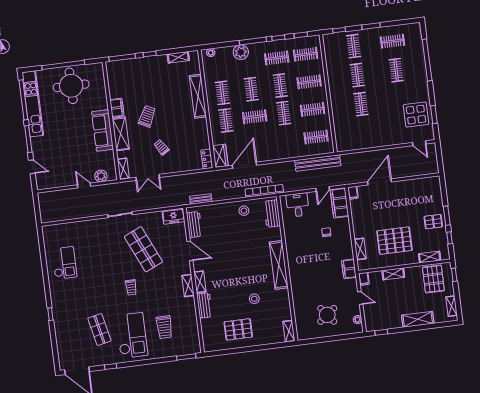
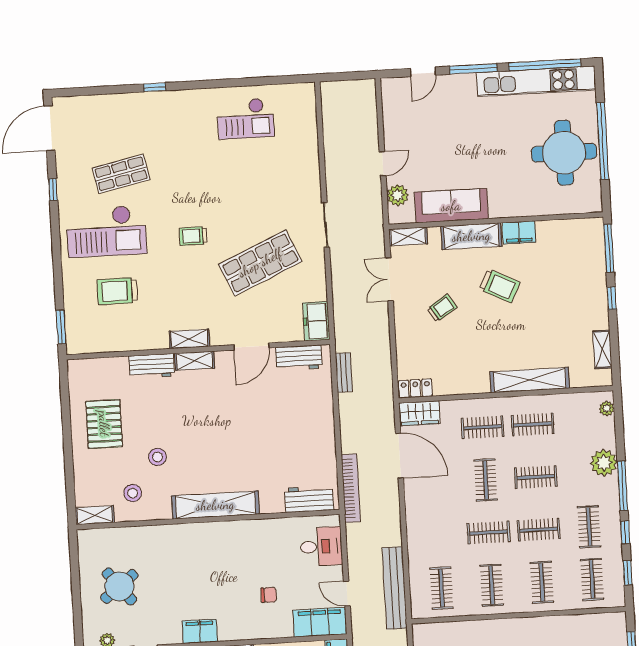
sofa: (103, 130) -> (451, 206), moved
stool: (244, 211) -> (133, 493), moved

